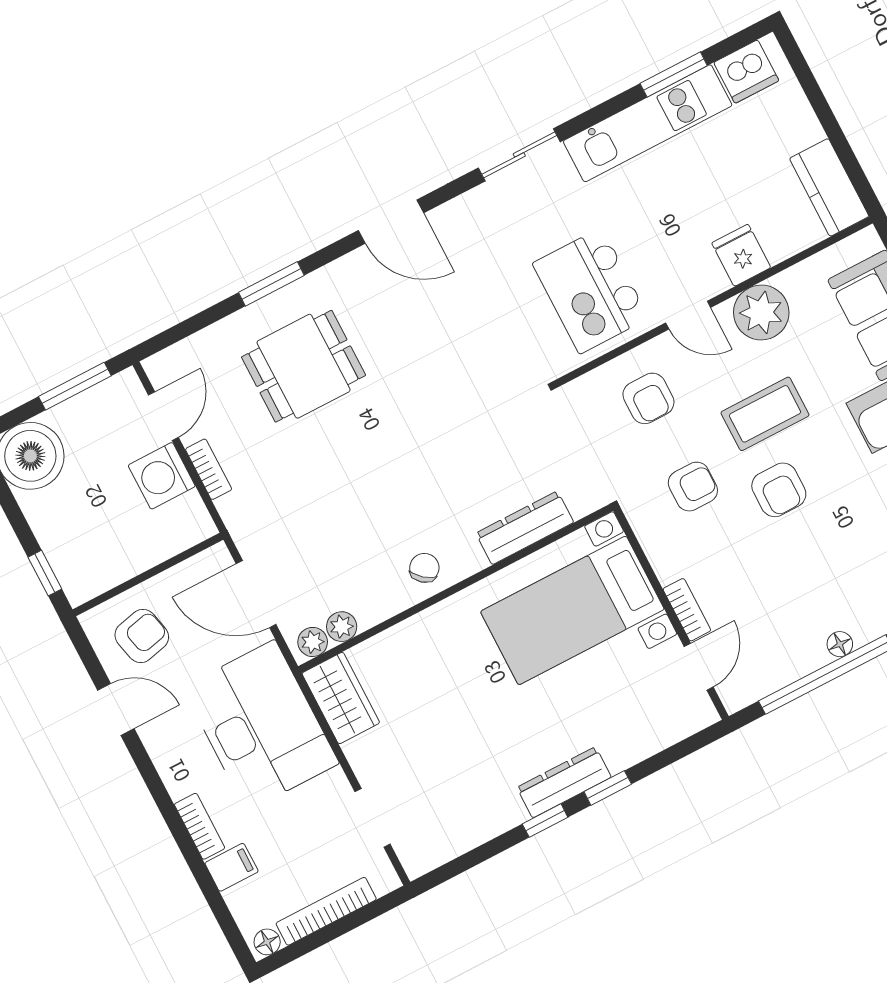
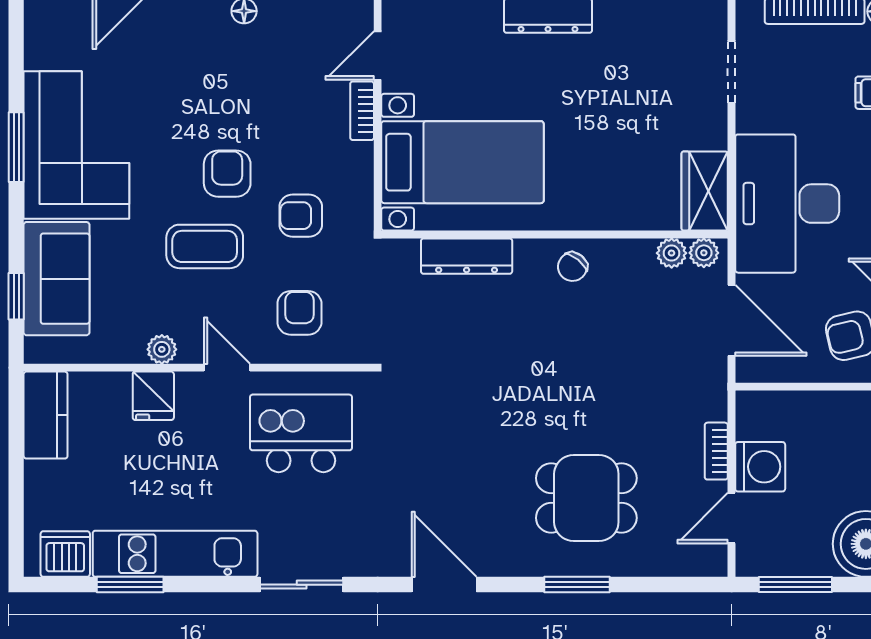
kitchen island: (591, 291) -> (301, 433), turned -90
plant: (761, 313) -> (162, 349), width x0.53, depth x0.53

